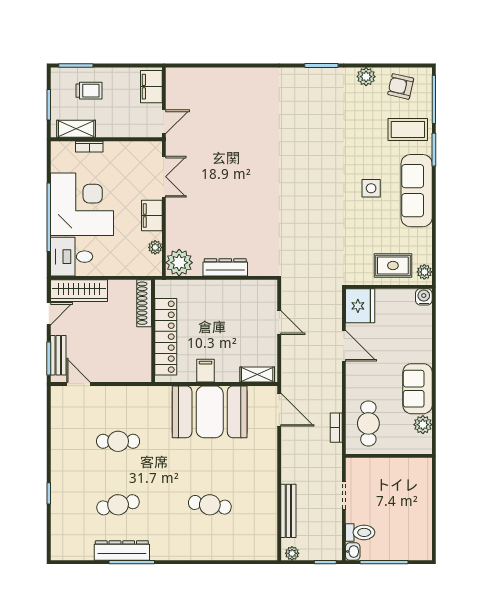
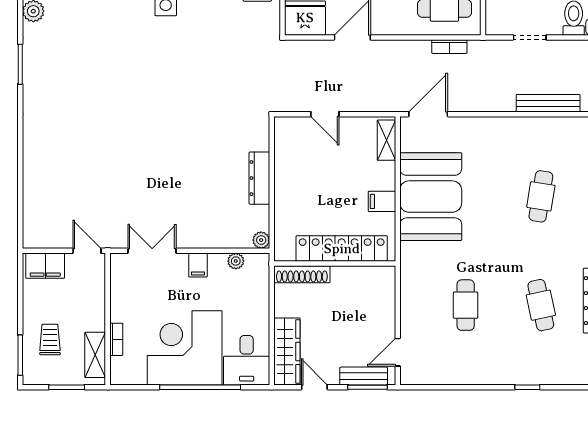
filing cabinet: (152, 216) -> (198, 265), width x0.50
plant: (179, 263) -> (261, 240), width x0.53, depth x0.53
door: (279, 323) -> (325, 114), swing flipped

